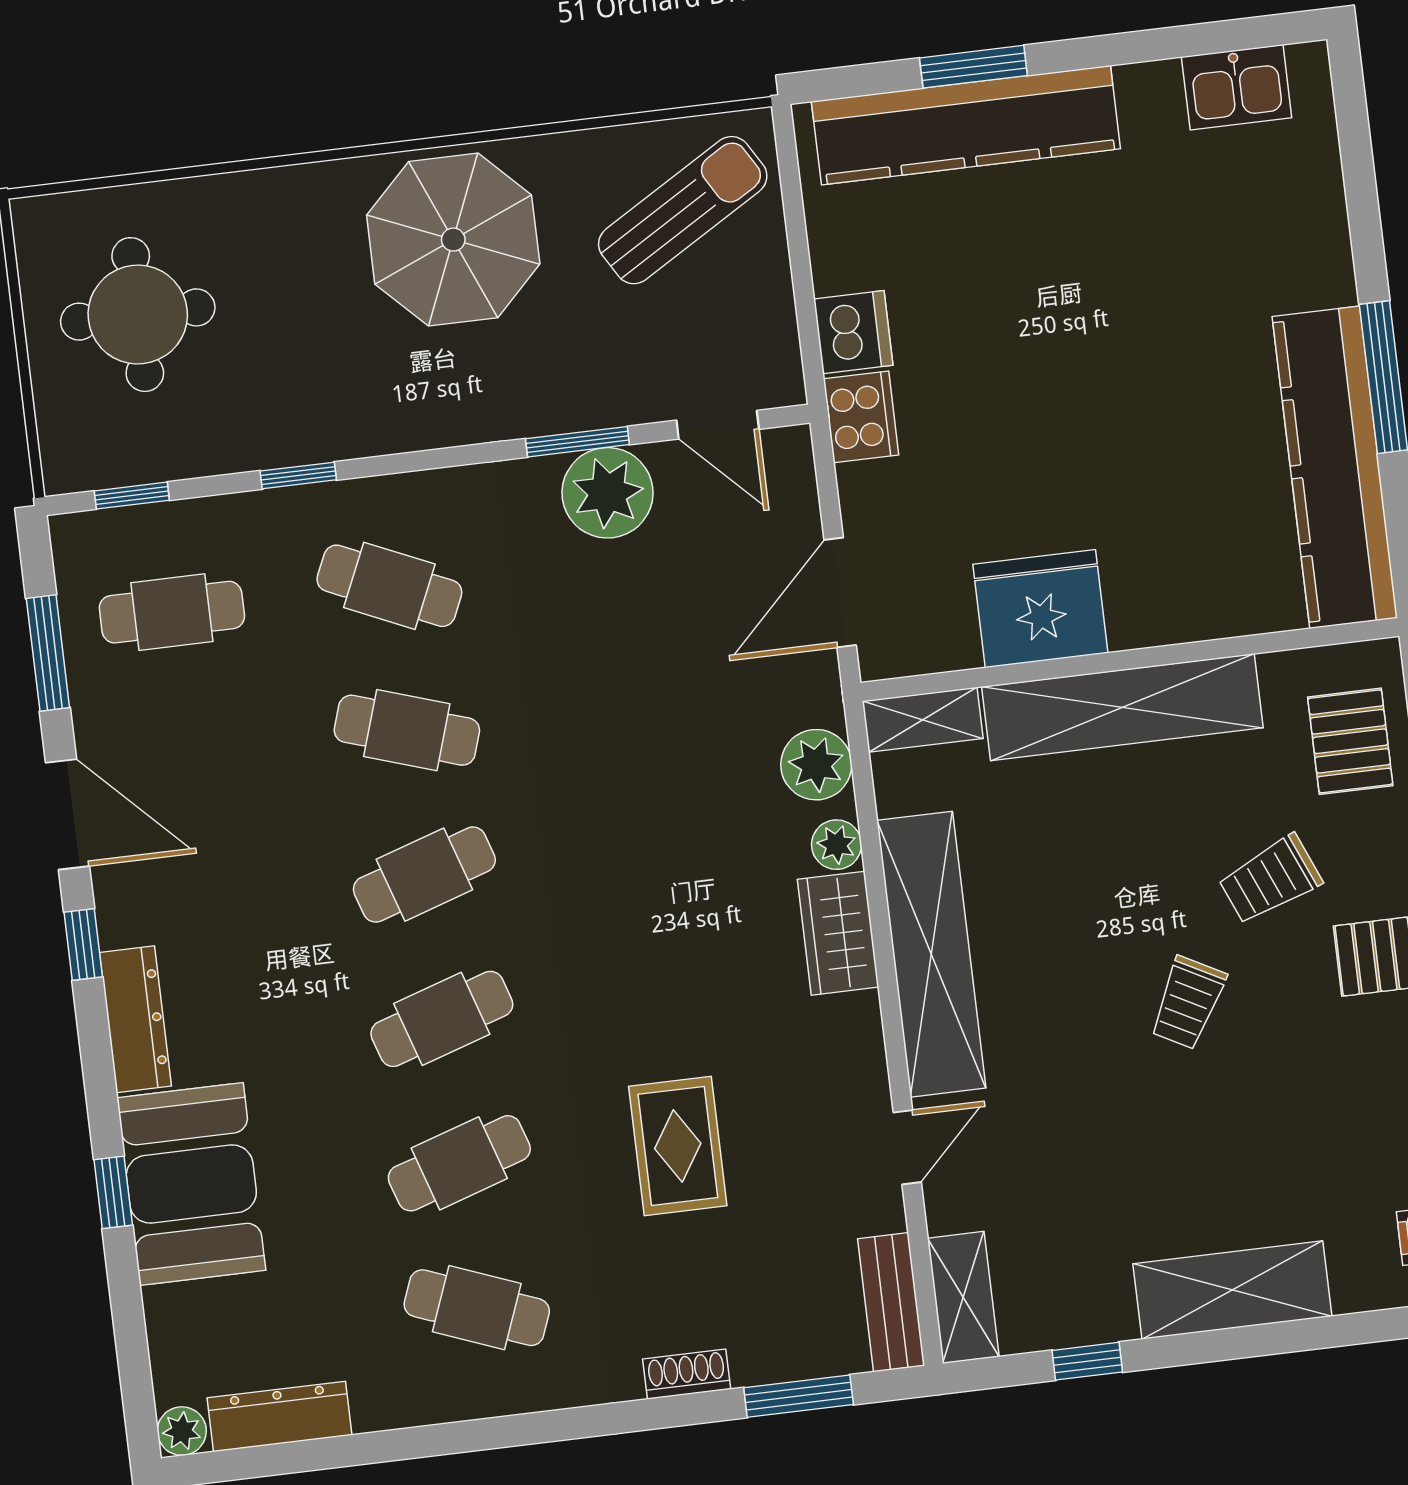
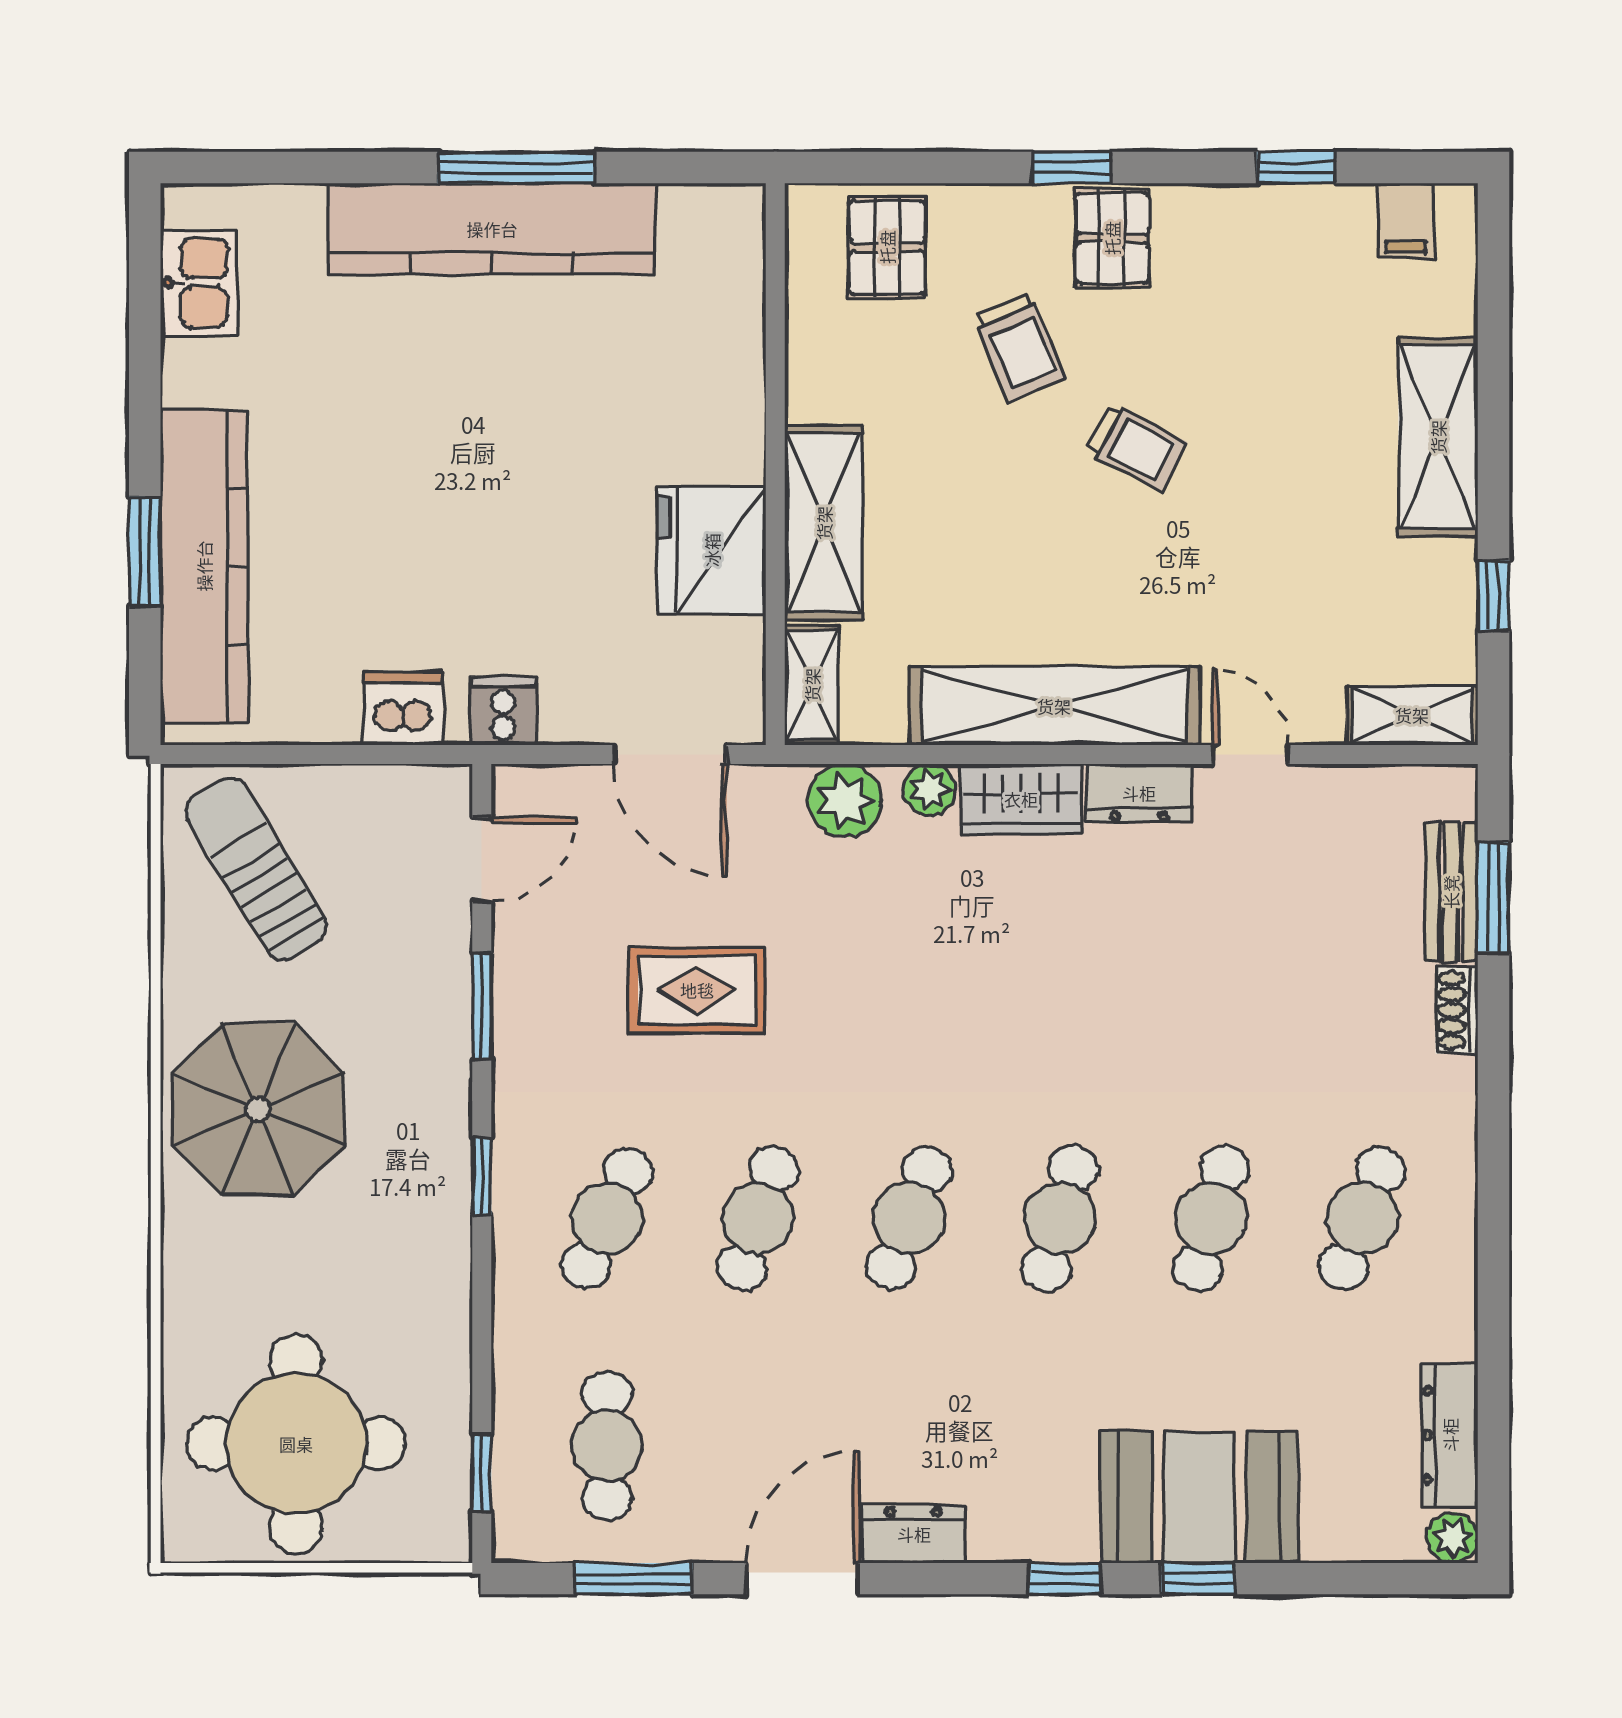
round table: (138, 315) -> (296, 1444), width x1.36, depth x1.36
cooker: (861, 417) -> (503, 711), width x0.73
kitchen counter: (1335, 467) -> (492, 229), moved
window: (298, 475) -> (482, 1176), moved
plant: (607, 493) -> (538, 982), removed
shelving: (1122, 707) -> (824, 523), width x0.68
pallet: (1350, 741) -> (887, 247), turned 90
cafe table: (424, 875) -> (909, 1218), turned 39
window: (83, 945) -> (1065, 1579), moved
dresser: (135, 1019) -> (914, 1534), moved, width x0.70
cafe table: (442, 1019) -> (1060, 1218), turned 33
dresser: (857, 1046) -> (1139, 793), added
rug: (678, 1146) -> (697, 990), moved
cafe table: (459, 1163) -> (1211, 1218), turned 33
bench: (891, 1302) -> (1451, 892), moved, turned 90

